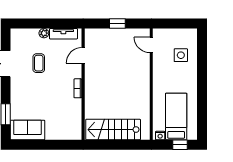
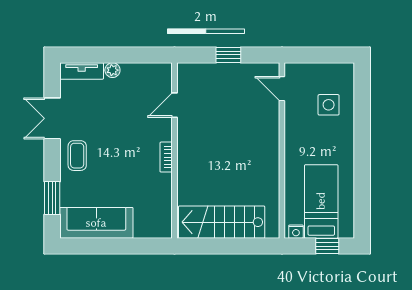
tv unit: (63, 34) -> (82, 71), moved
coffee table: (39, 63) -> (77, 156), moved
sofa: (28, 130) -> (96, 223), width x1.36

